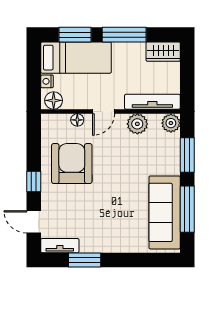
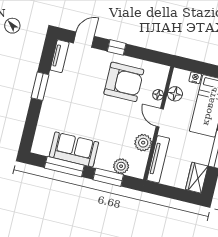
floor lamp: (54, 100) -> (175, 94), moved
plant: (171, 123) -> (121, 166), moved
sofa: (165, 212) -> (74, 149), width x0.73
window: (85, 260) -> (40, 86), moved

